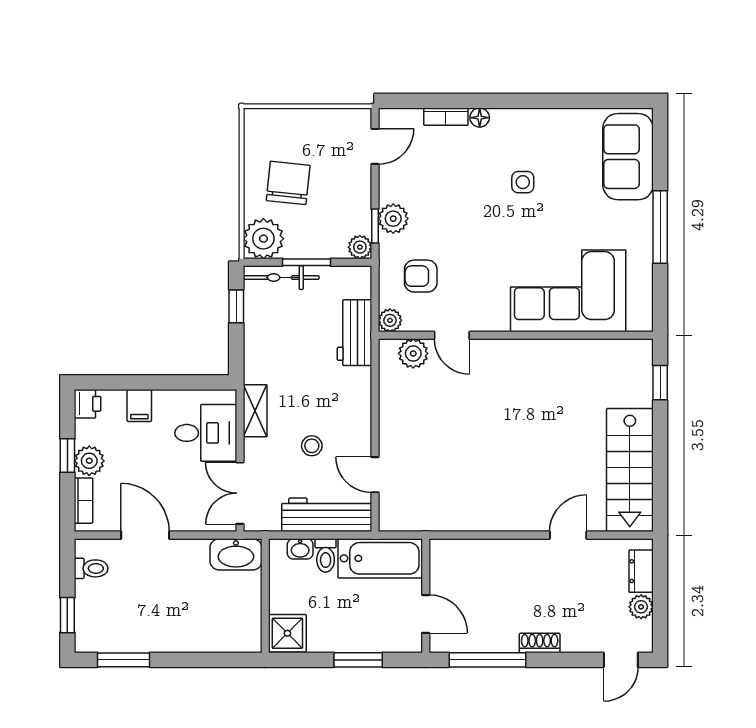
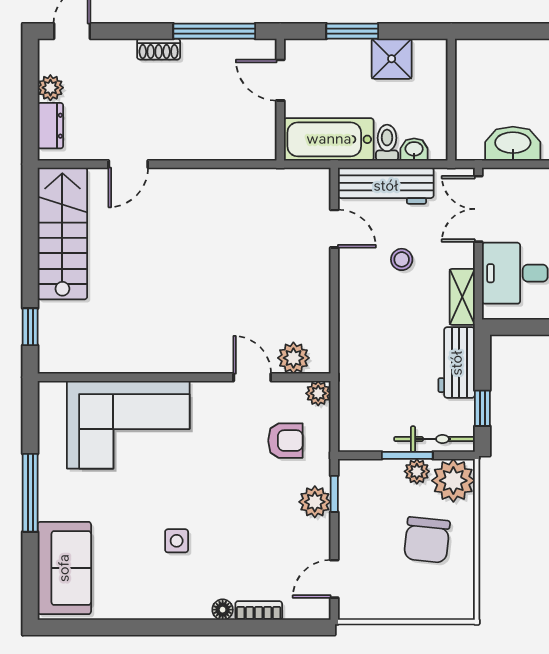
plant: (360, 247) -> (417, 471), moved
workbench: (355, 333) -> (457, 363), moved, turned 180
double door: (240, 493) -> (478, 209), swing flipped
washbasin: (236, 554) -> (513, 144), moved
shower: (287, 633) -> (392, 59), moved

